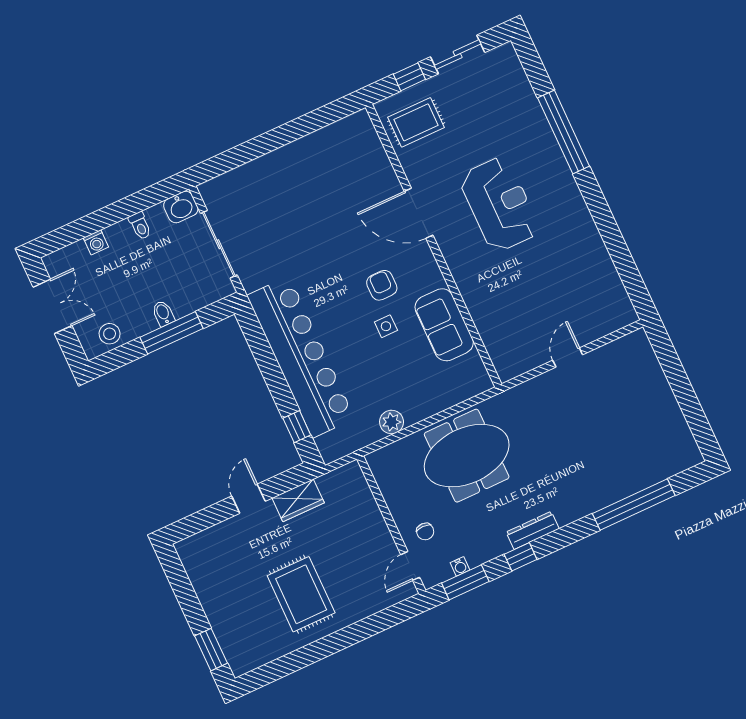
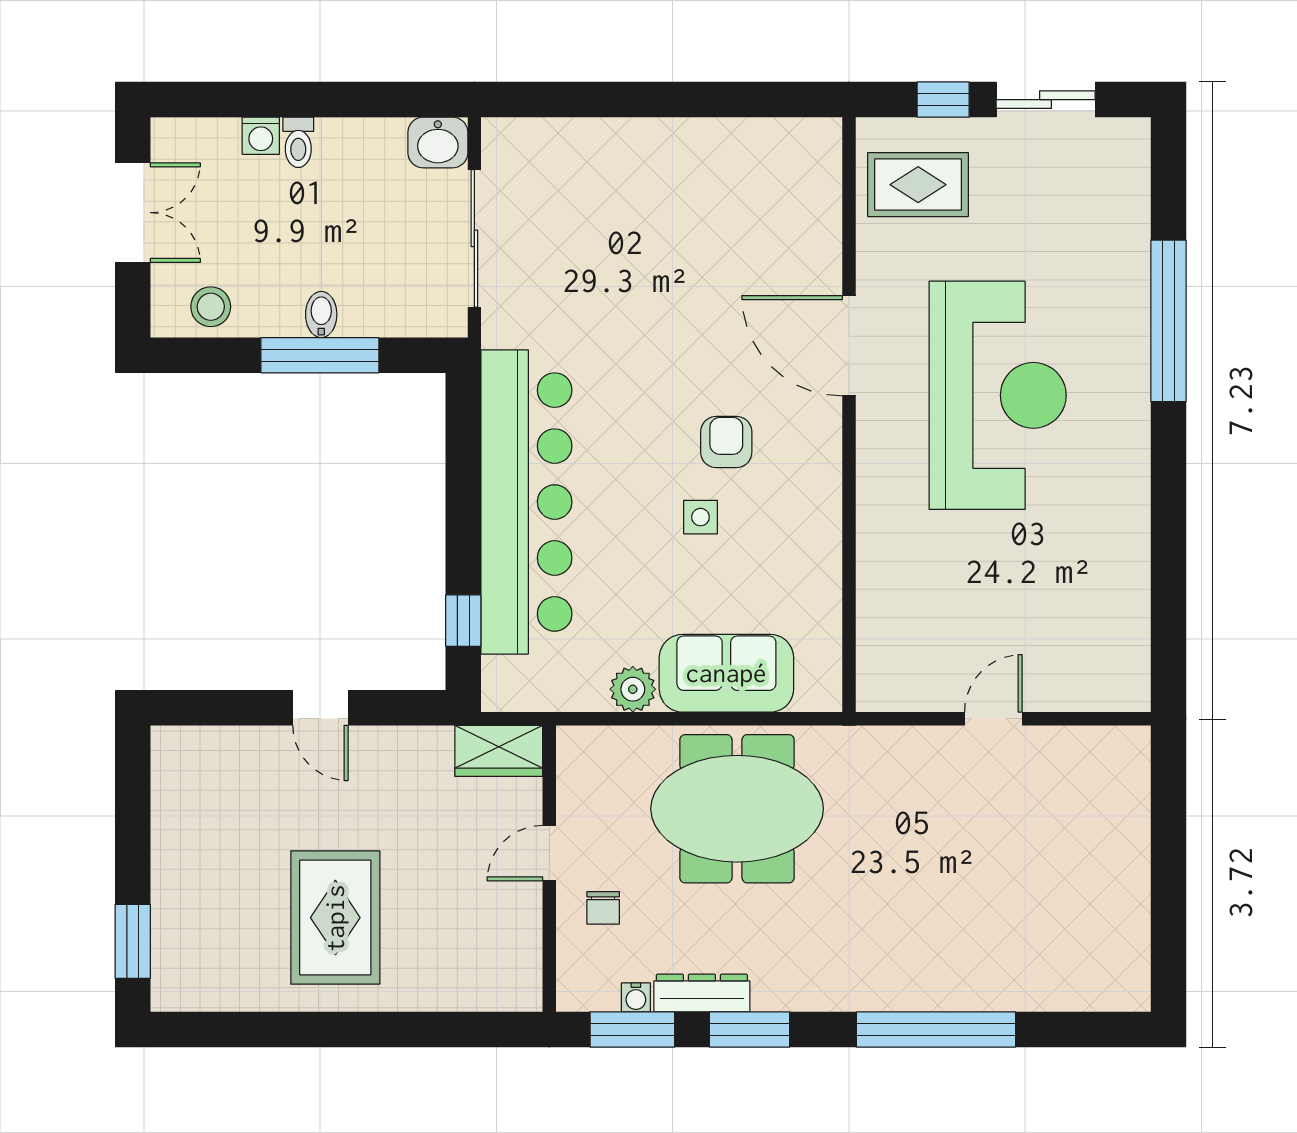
reception desk: (499, 204) -> (998, 395), width x1.36, depth x1.30
toilet: (140, 226) -> (298, 142), moved
sofa: (444, 325) -> (726, 673), moved, turned 90
door: (248, 499) -> (320, 708), swing flipped
wardrobe: (298, 500) -> (499, 751), moved
window: (634, 504) -> (936, 1029), moved
dresser: (533, 530) -> (702, 993), moved
window: (521, 557) -> (750, 1029), width x1.50
door: (410, 566) -> (549, 853), moved

